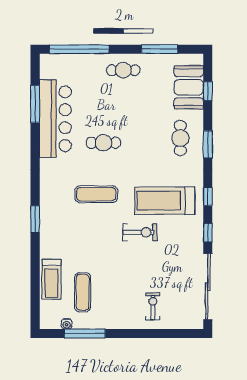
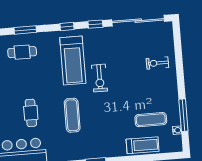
exercise bike: (140, 232) -> (100, 78), turned 180

